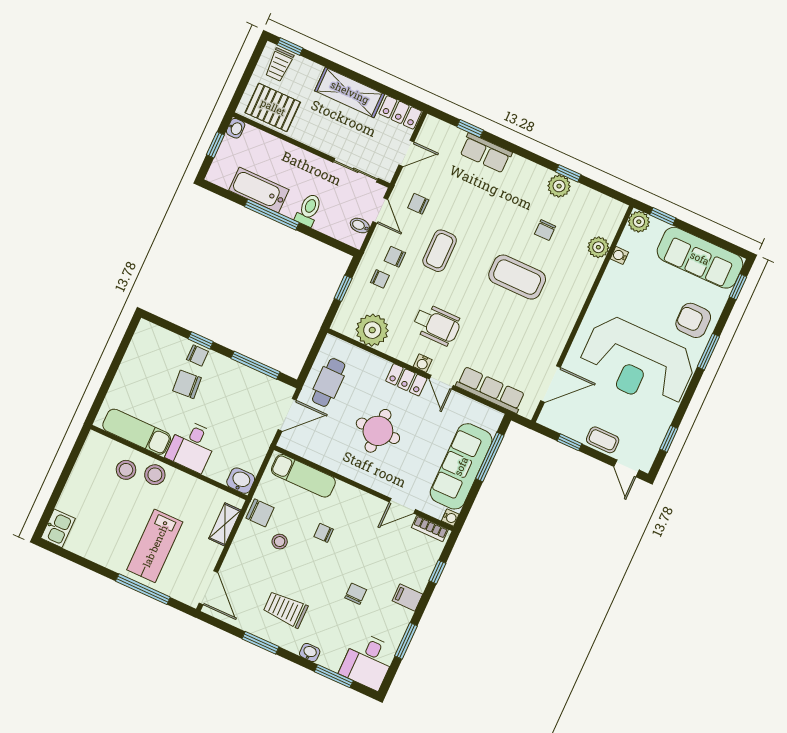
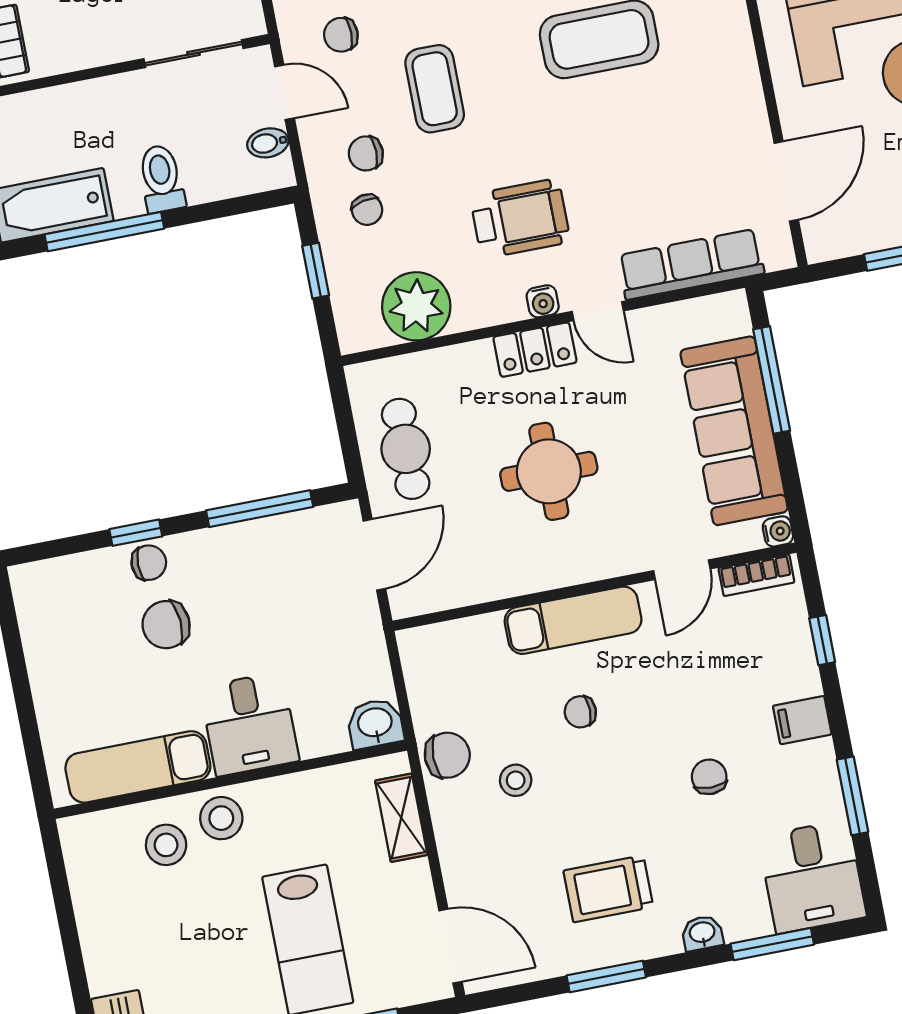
chair: (380, 279) -> (367, 210), turned 78
exam couch: (303, 476) -> (573, 620), moved

